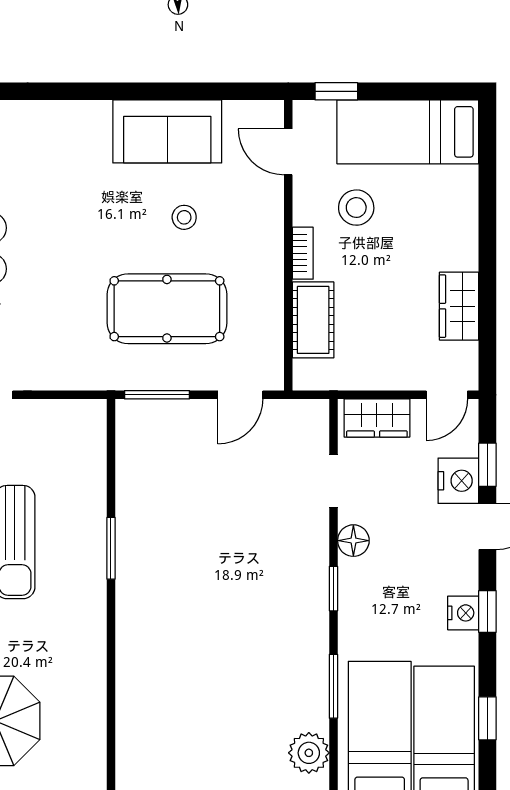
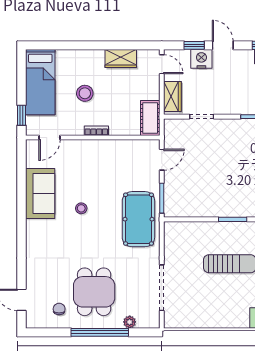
stool: (356, 208) -> (85, 93), moved
stool: (184, 217) -> (81, 208), moved
pool table: (167, 309) -> (138, 219), moved
cot: (313, 320) -> (150, 118), moved, turned 90
door: (240, 395) -> (162, 160), hinge flipped
floor lamp: (353, 541) -> (229, 107), removed

